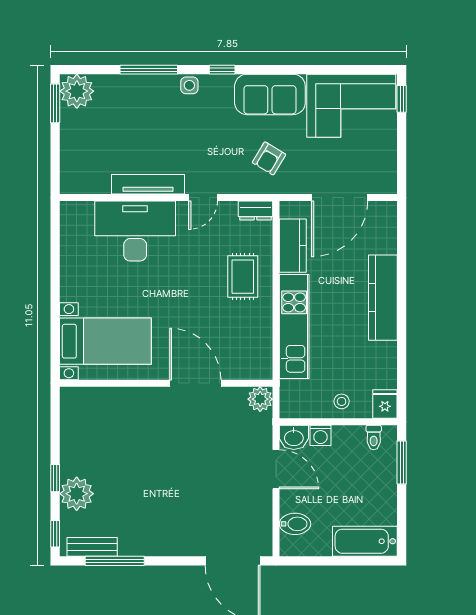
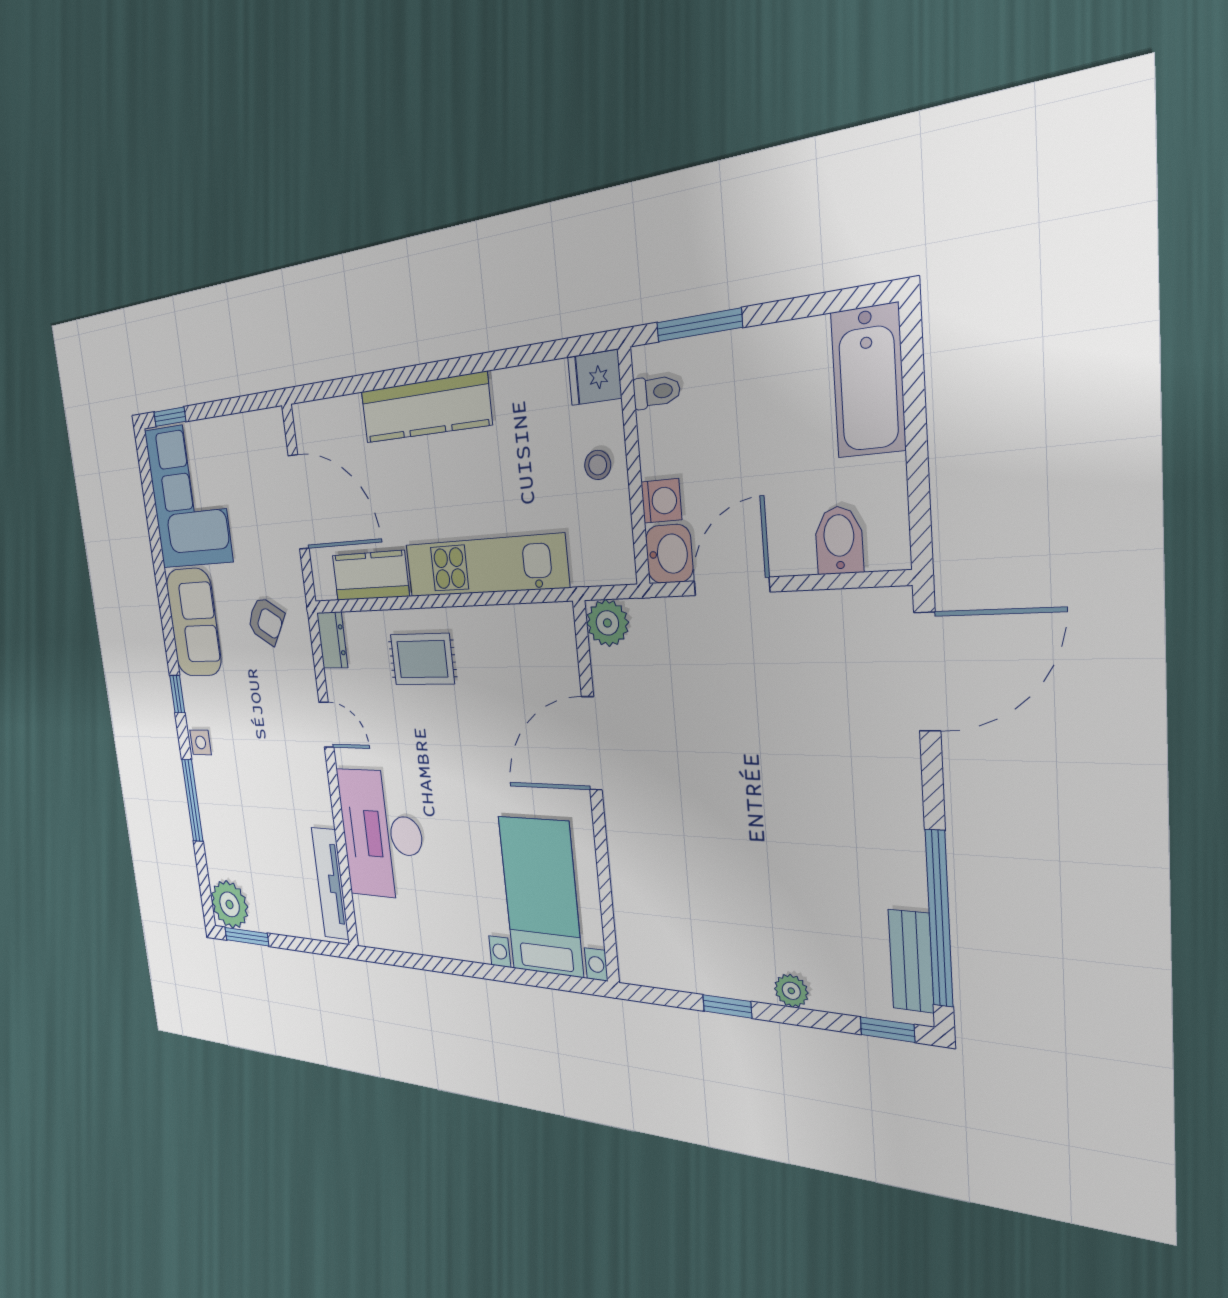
tv unit: (148, 184) -> (330, 884), moved
window: (55, 478) -> (727, 1006), moved
plant: (77, 494) -> (791, 991), width x0.53, depth x0.53
window: (115, 561) -> (939, 919), width x1.46

